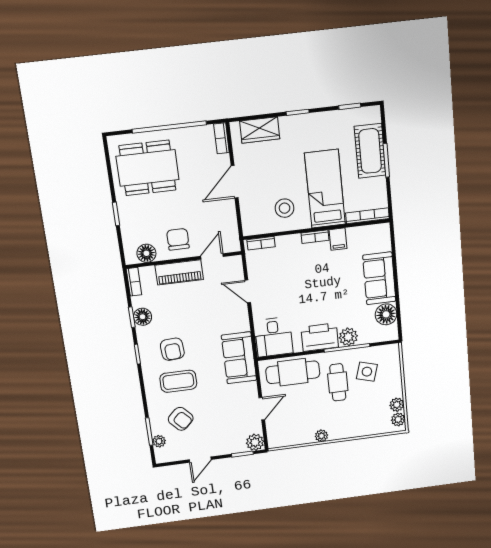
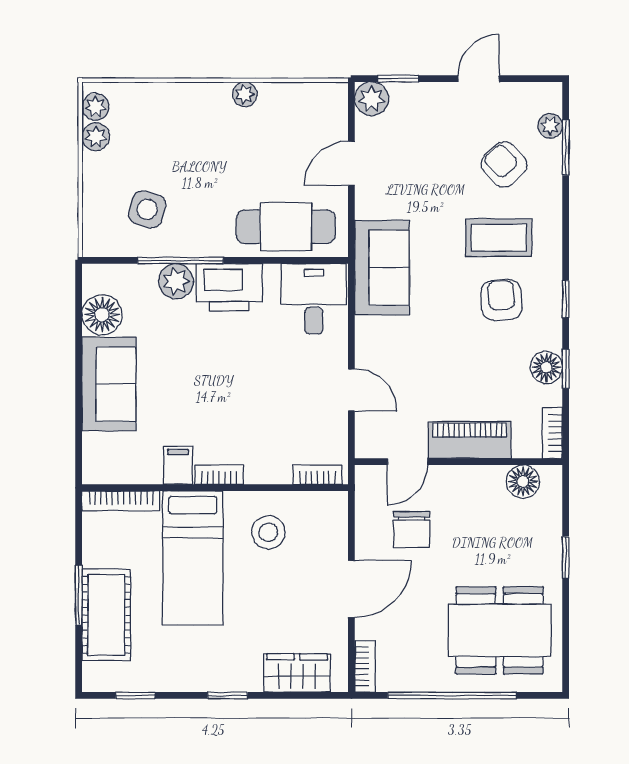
chair: (178, 239) -> (412, 529), moved
cafe table: (338, 382) -> (204, 196), removed

